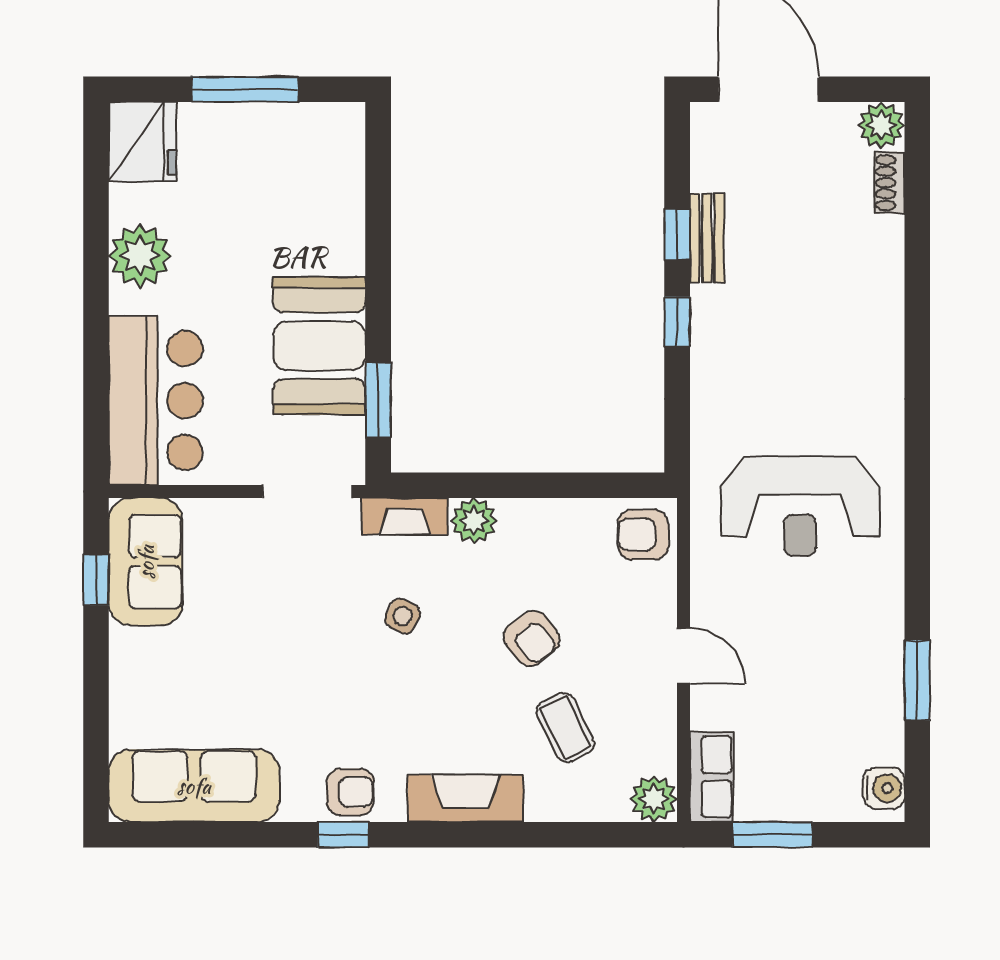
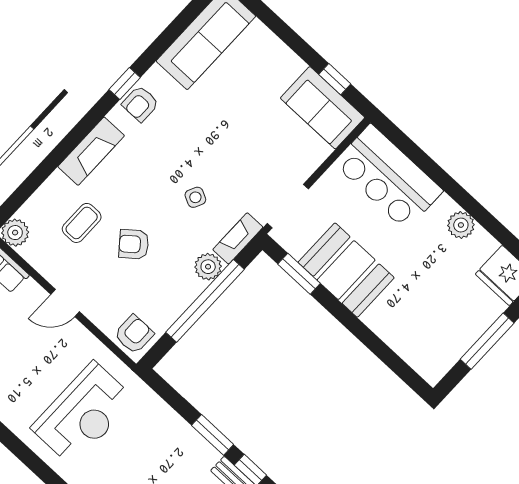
plant: (140, 255) -> (461, 225), width x0.73, depth x0.73
window: (677, 322) -> (213, 435), width x1.50
window: (520, 485) -> (205, 301), added
reception desk: (800, 506) -> (83, 414), turned 180
coffee table: (565, 727) -> (82, 223), turned -64

